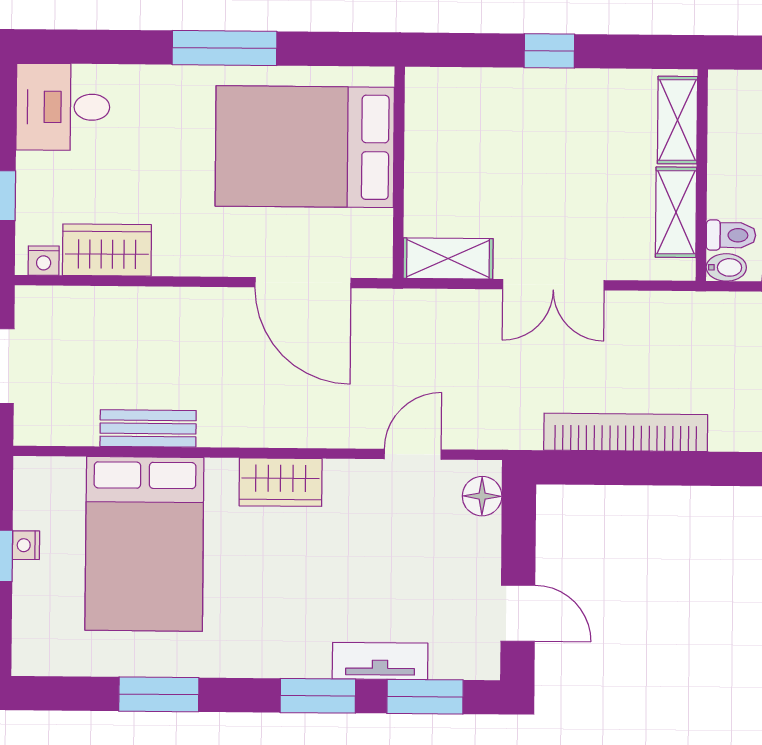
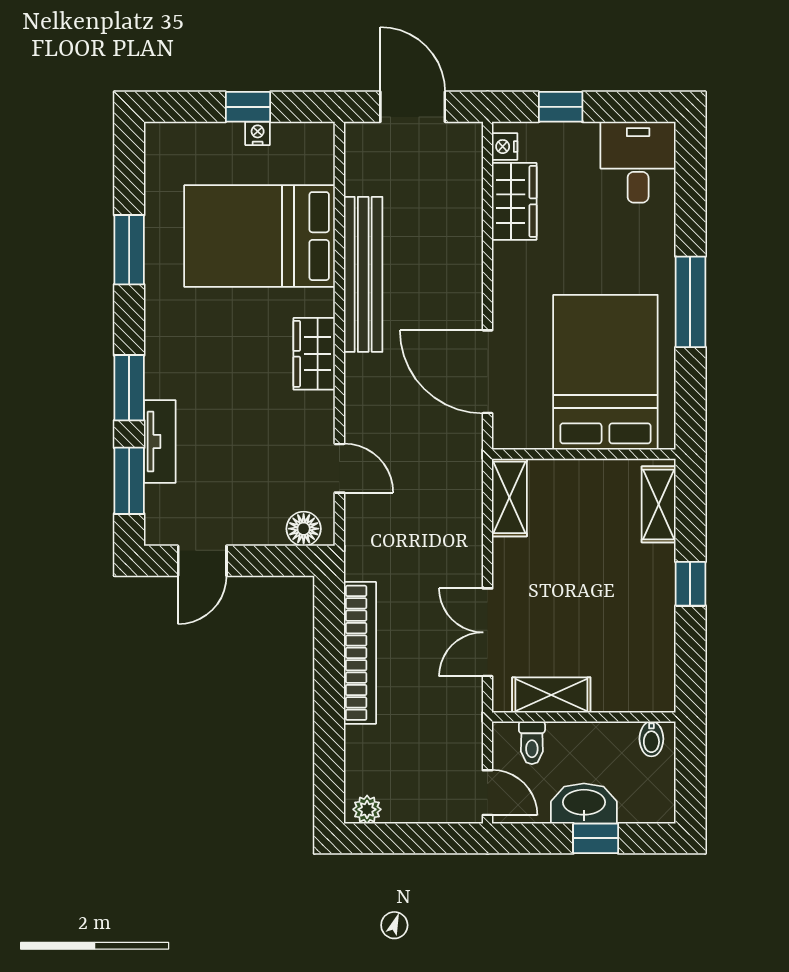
shelving: (677, 120) -> (659, 504), moved, turned 90
bidet: (726, 267) -> (651, 739), moved
door: (303, 283) -> (488, 372), hinge flipped
double door: (553, 285) -> (488, 632), moved
bench: (148, 428) -> (363, 274), width x1.86, depth x1.21

